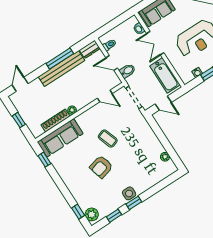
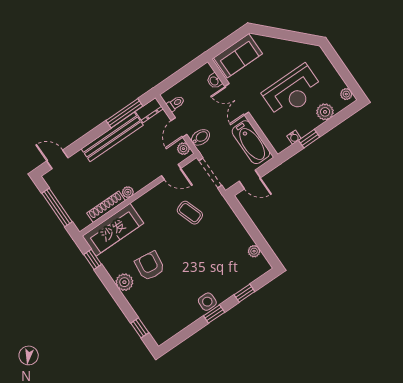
window: (60, 59) -> (124, 113), moved
door: (112, 63) -> (179, 128), hinge flipped
plant: (114, 79) -> (183, 149), added
door: (20, 84) -> (57, 159), hinge flipped
window: (19, 120) -> (57, 207), width x2.17
coffee table: (108, 139) -> (190, 213), moved
armchair: (101, 167) -> (150, 266), moved, turned 112
plant: (92, 214) -> (124, 282), moved
window: (114, 216) -> (244, 293), moved

